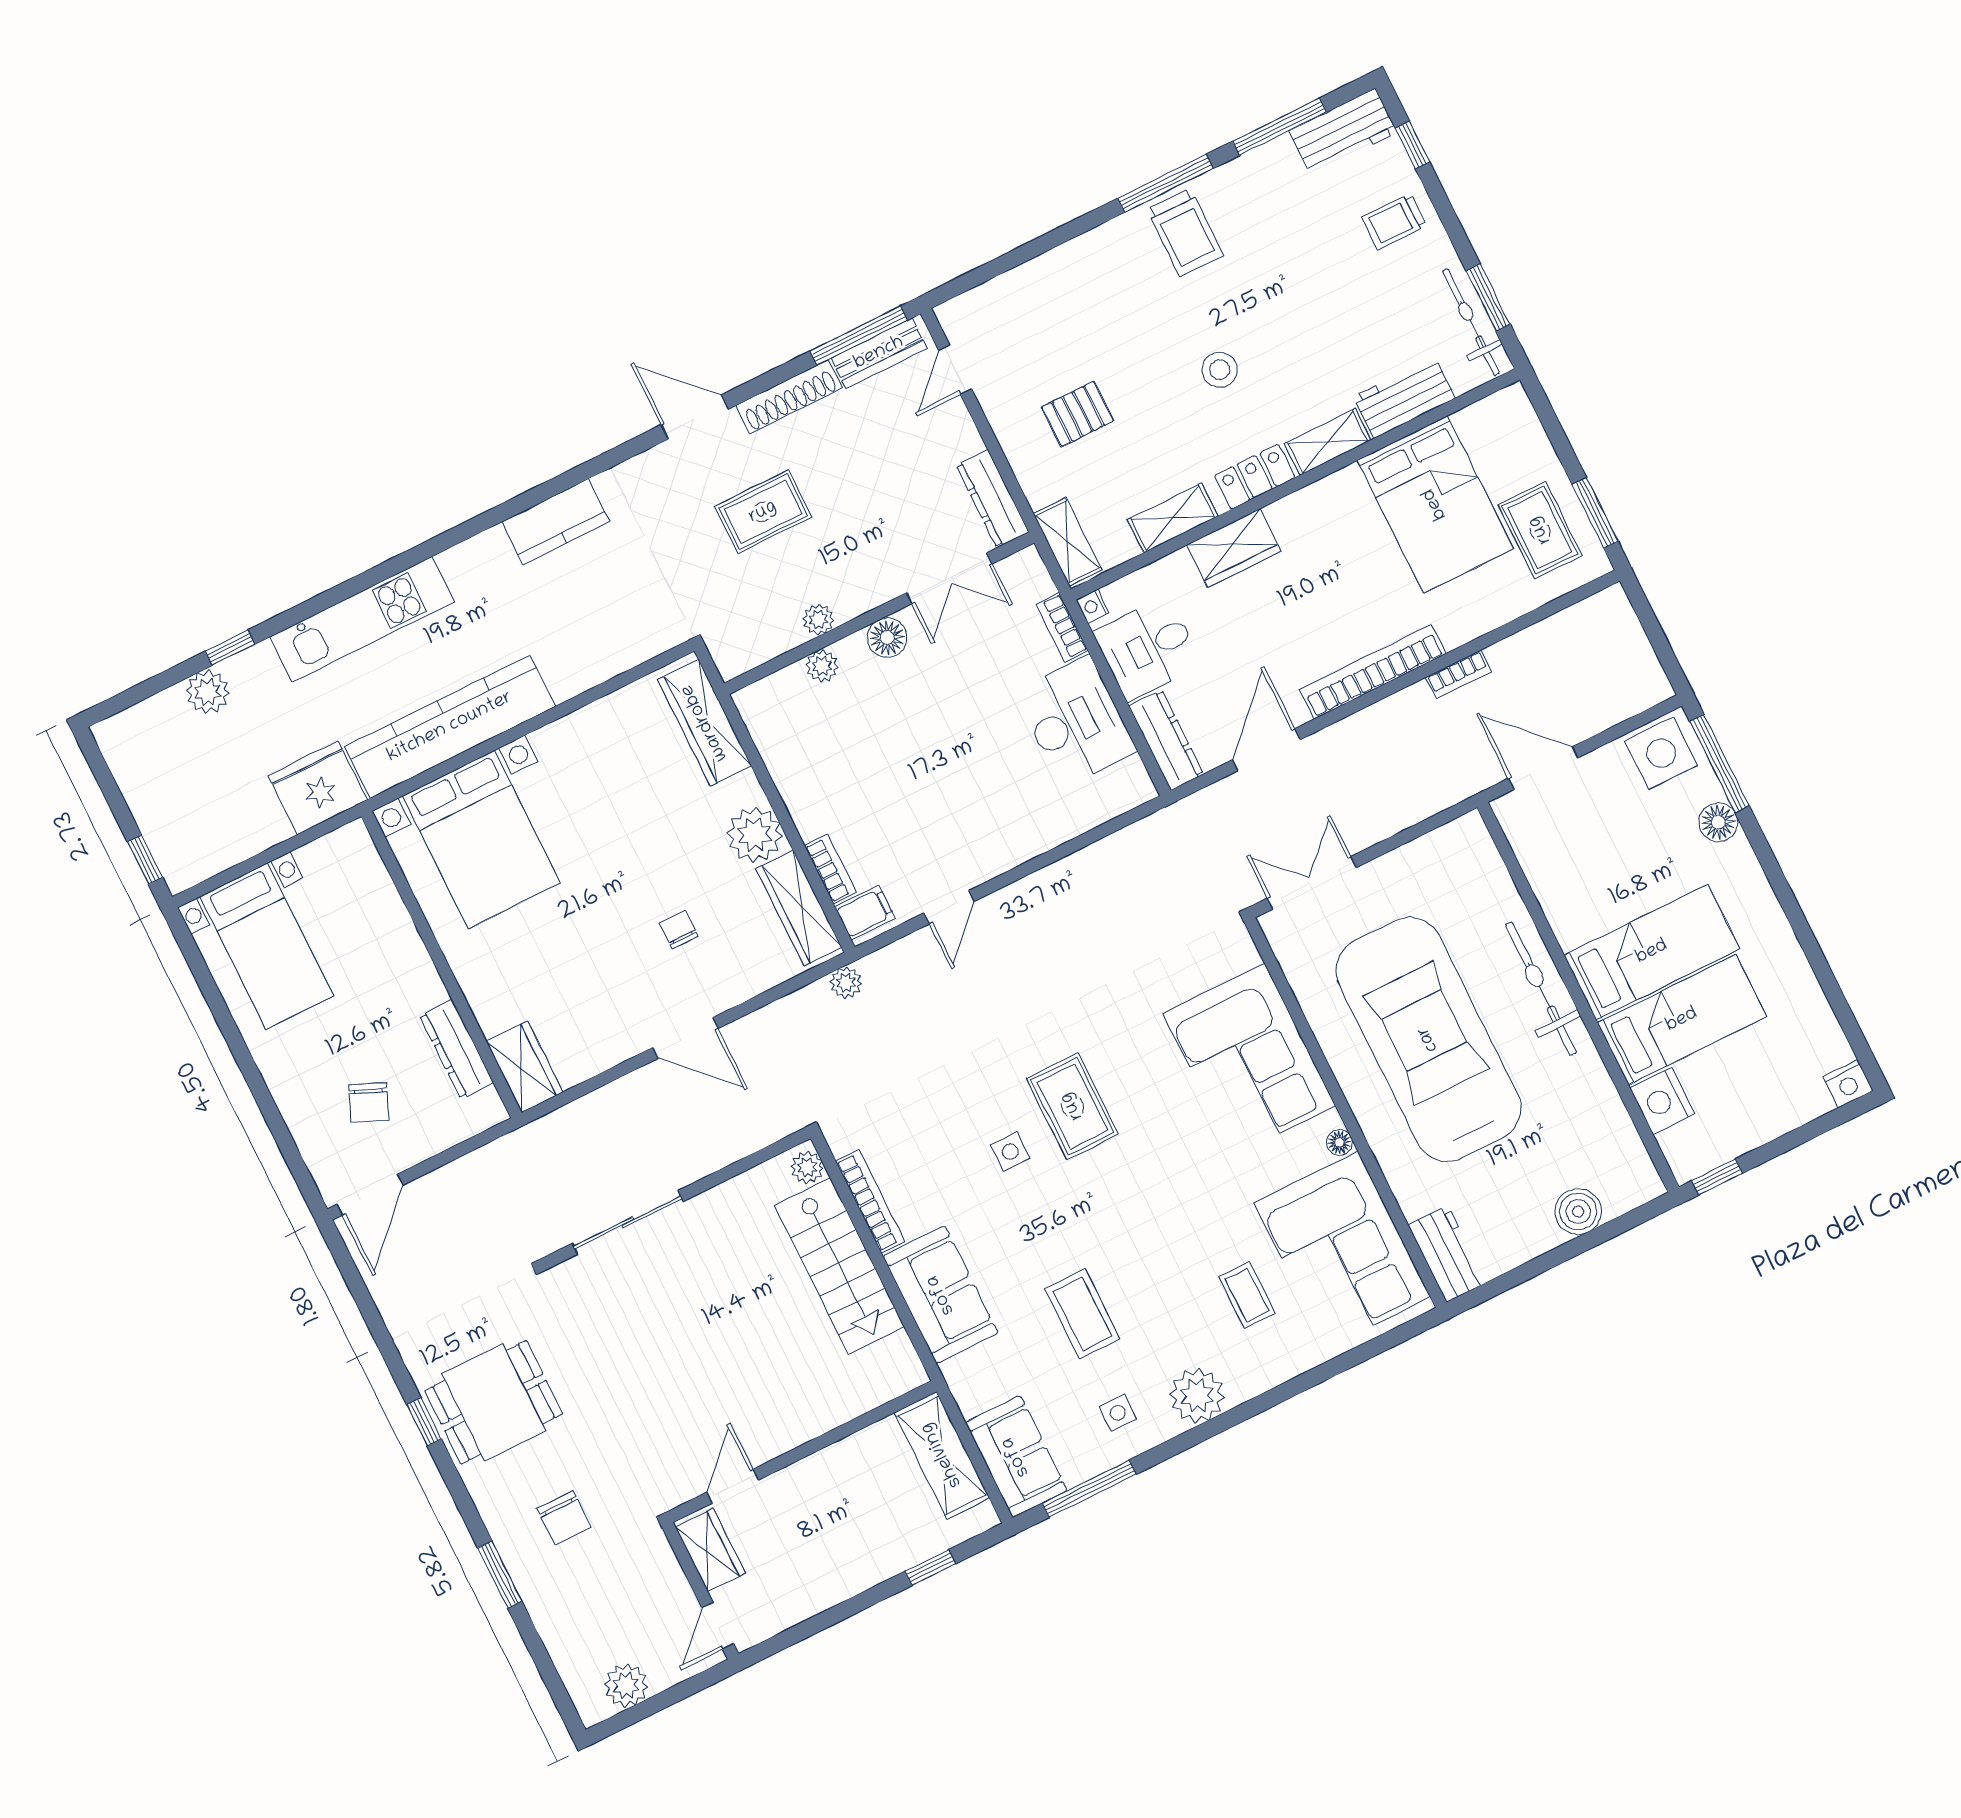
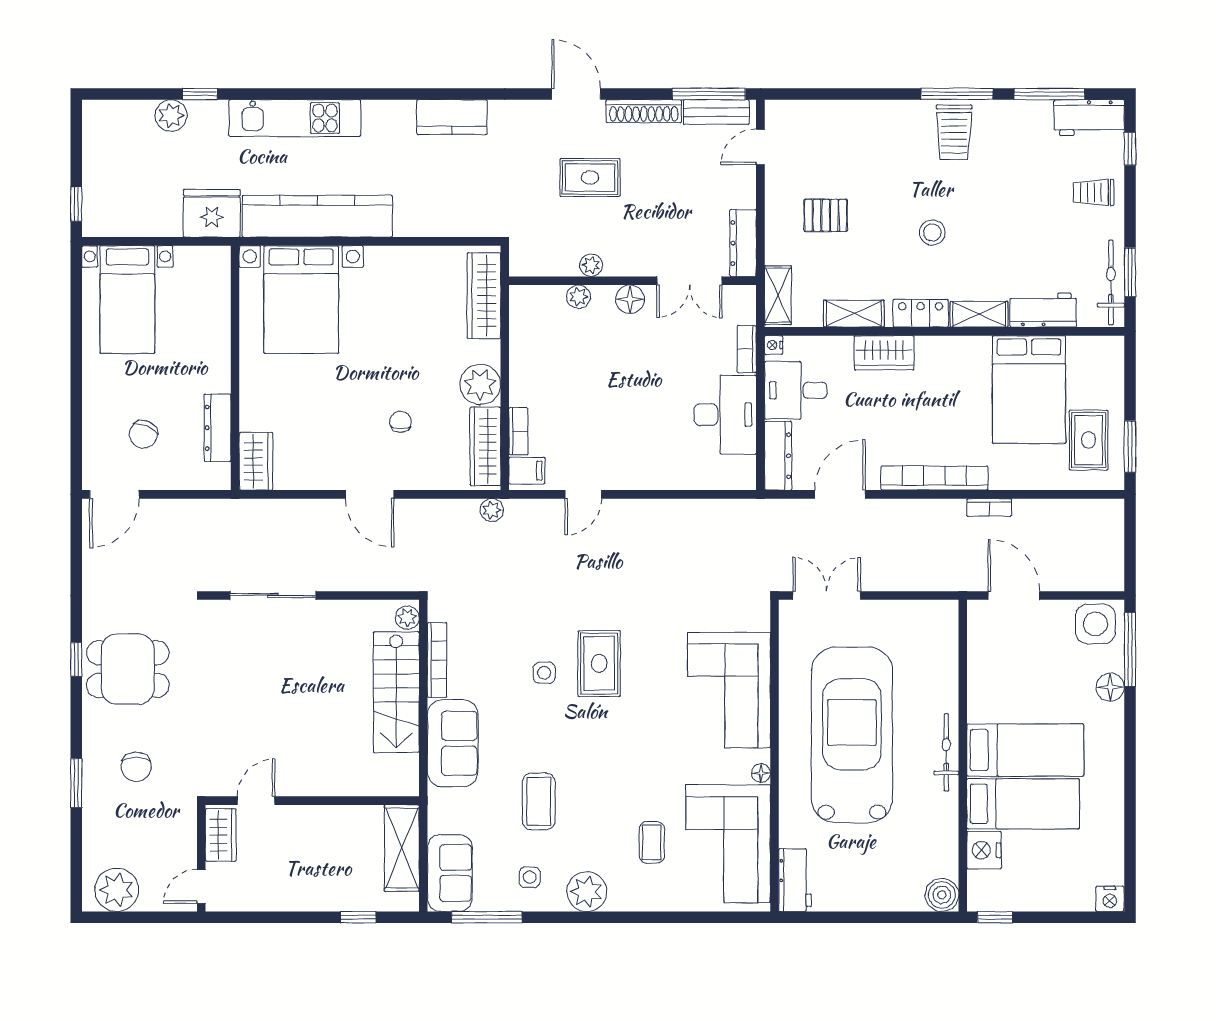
bicycle: (1541, 989) -> (946, 752), width x0.73, depth x0.71
boiler: (1578, 1212) -> (942, 895), moved
plant: (626, 1685) -> (117, 890), width x1.36, depth x1.36

